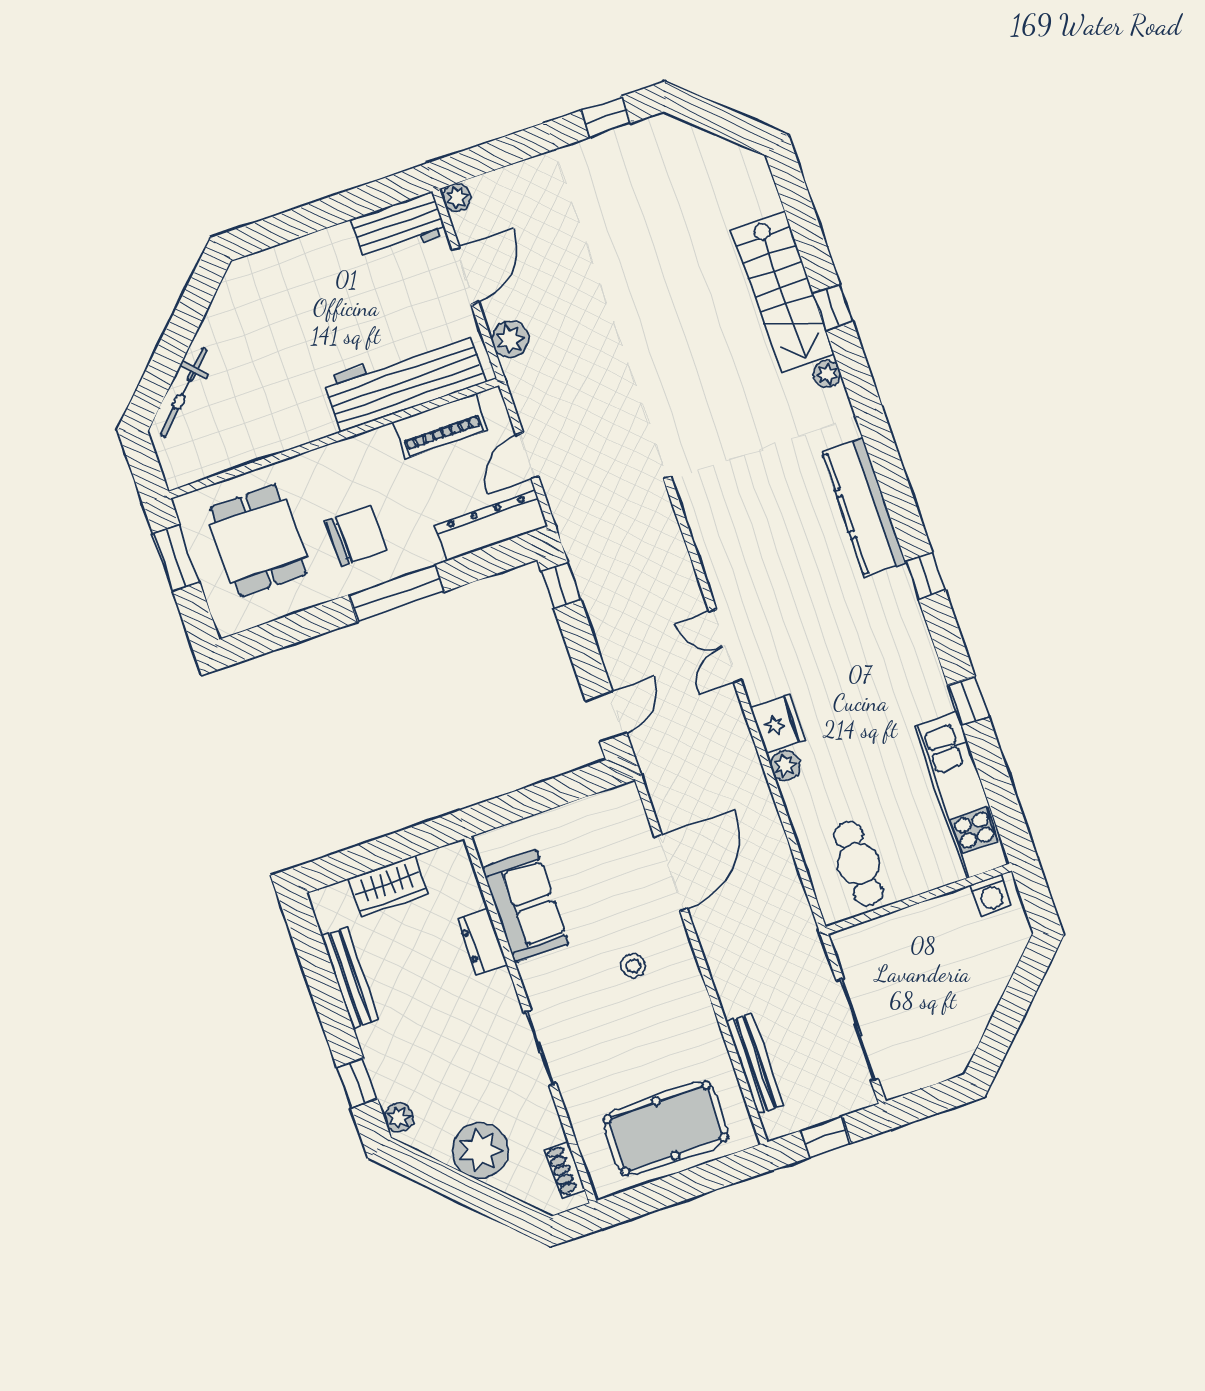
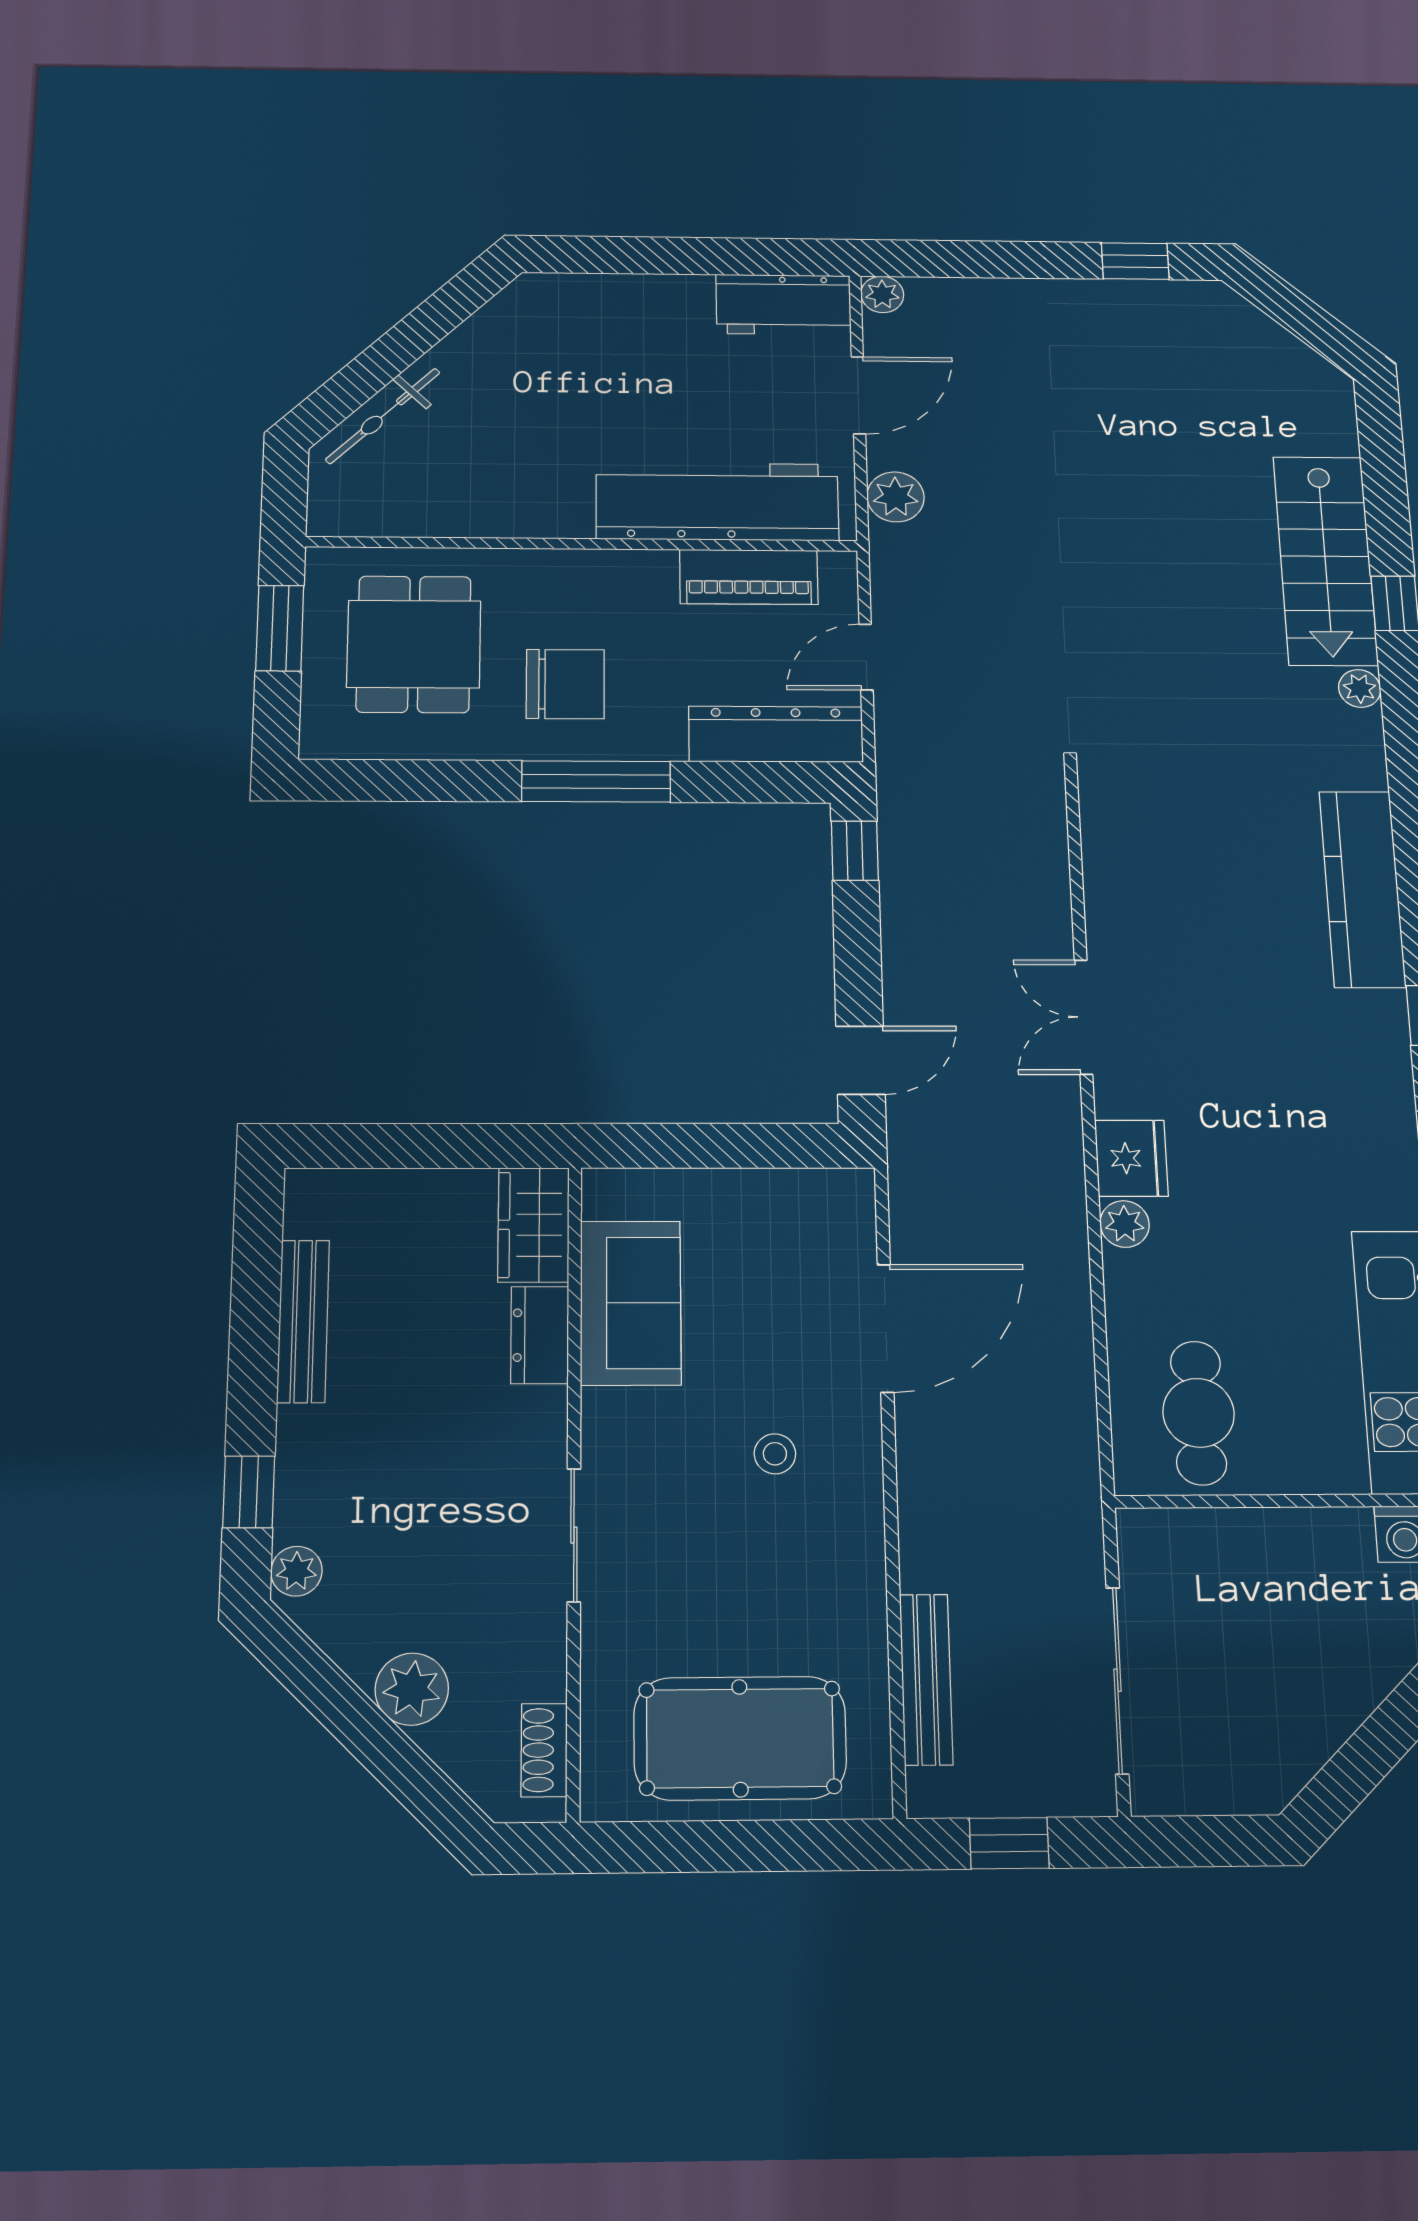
wardrobe: (388, 886) -> (534, 1225), moved, turned 90
plant: (480, 1150) -> (412, 1689), width x0.73, depth x0.73

